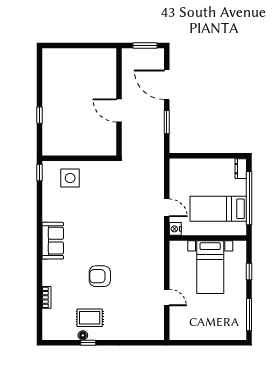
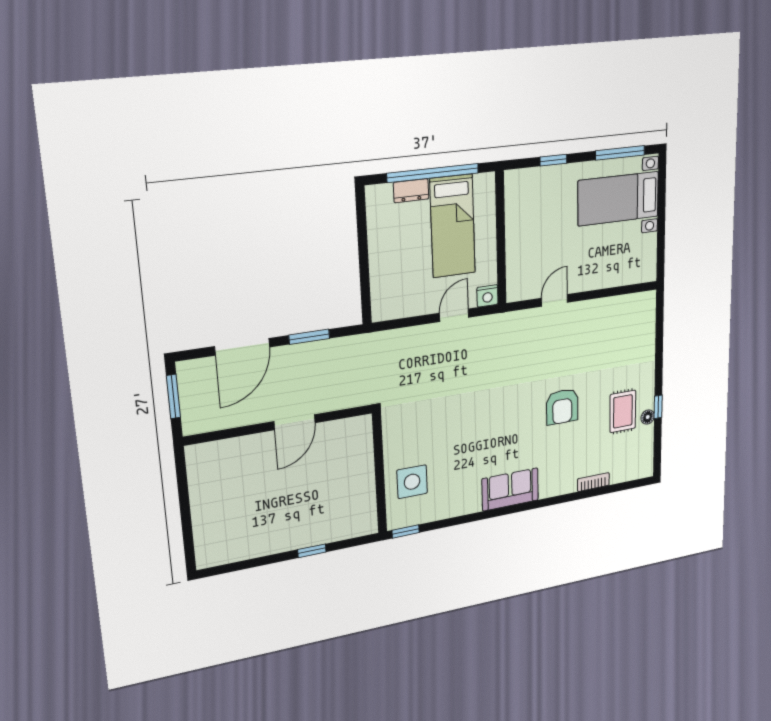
dresser: (241, 169) -> (411, 191), moved
bed with nightstands: (210, 267) -> (618, 199), moved, turned 180
door: (167, 297) -> (554, 300), moved

